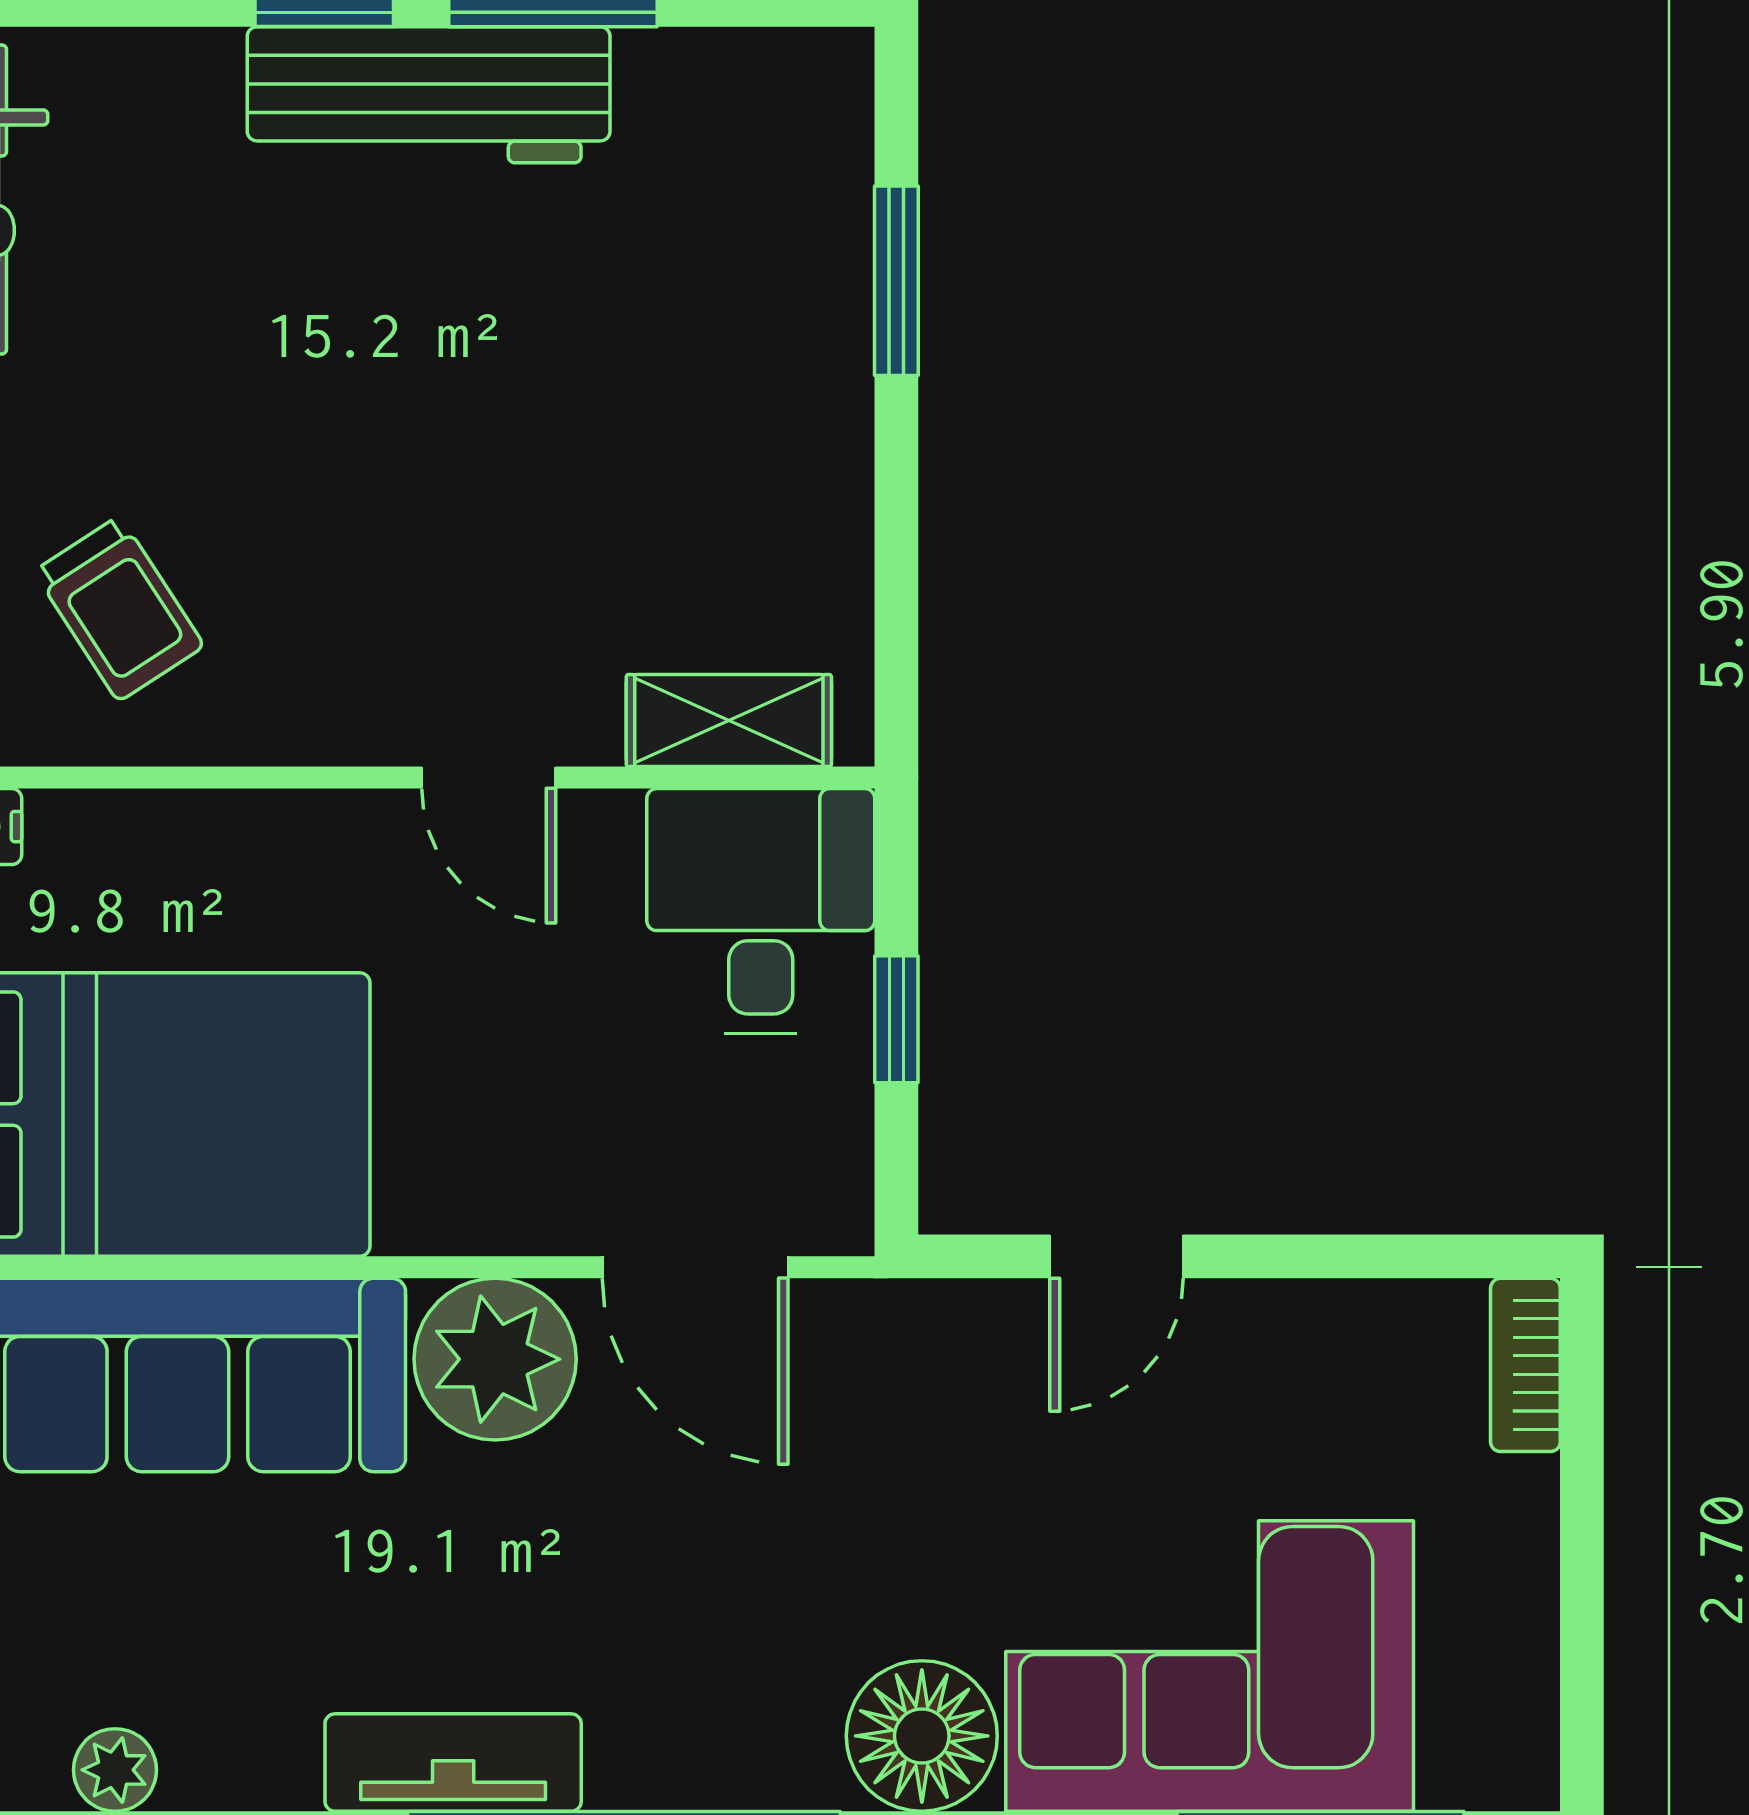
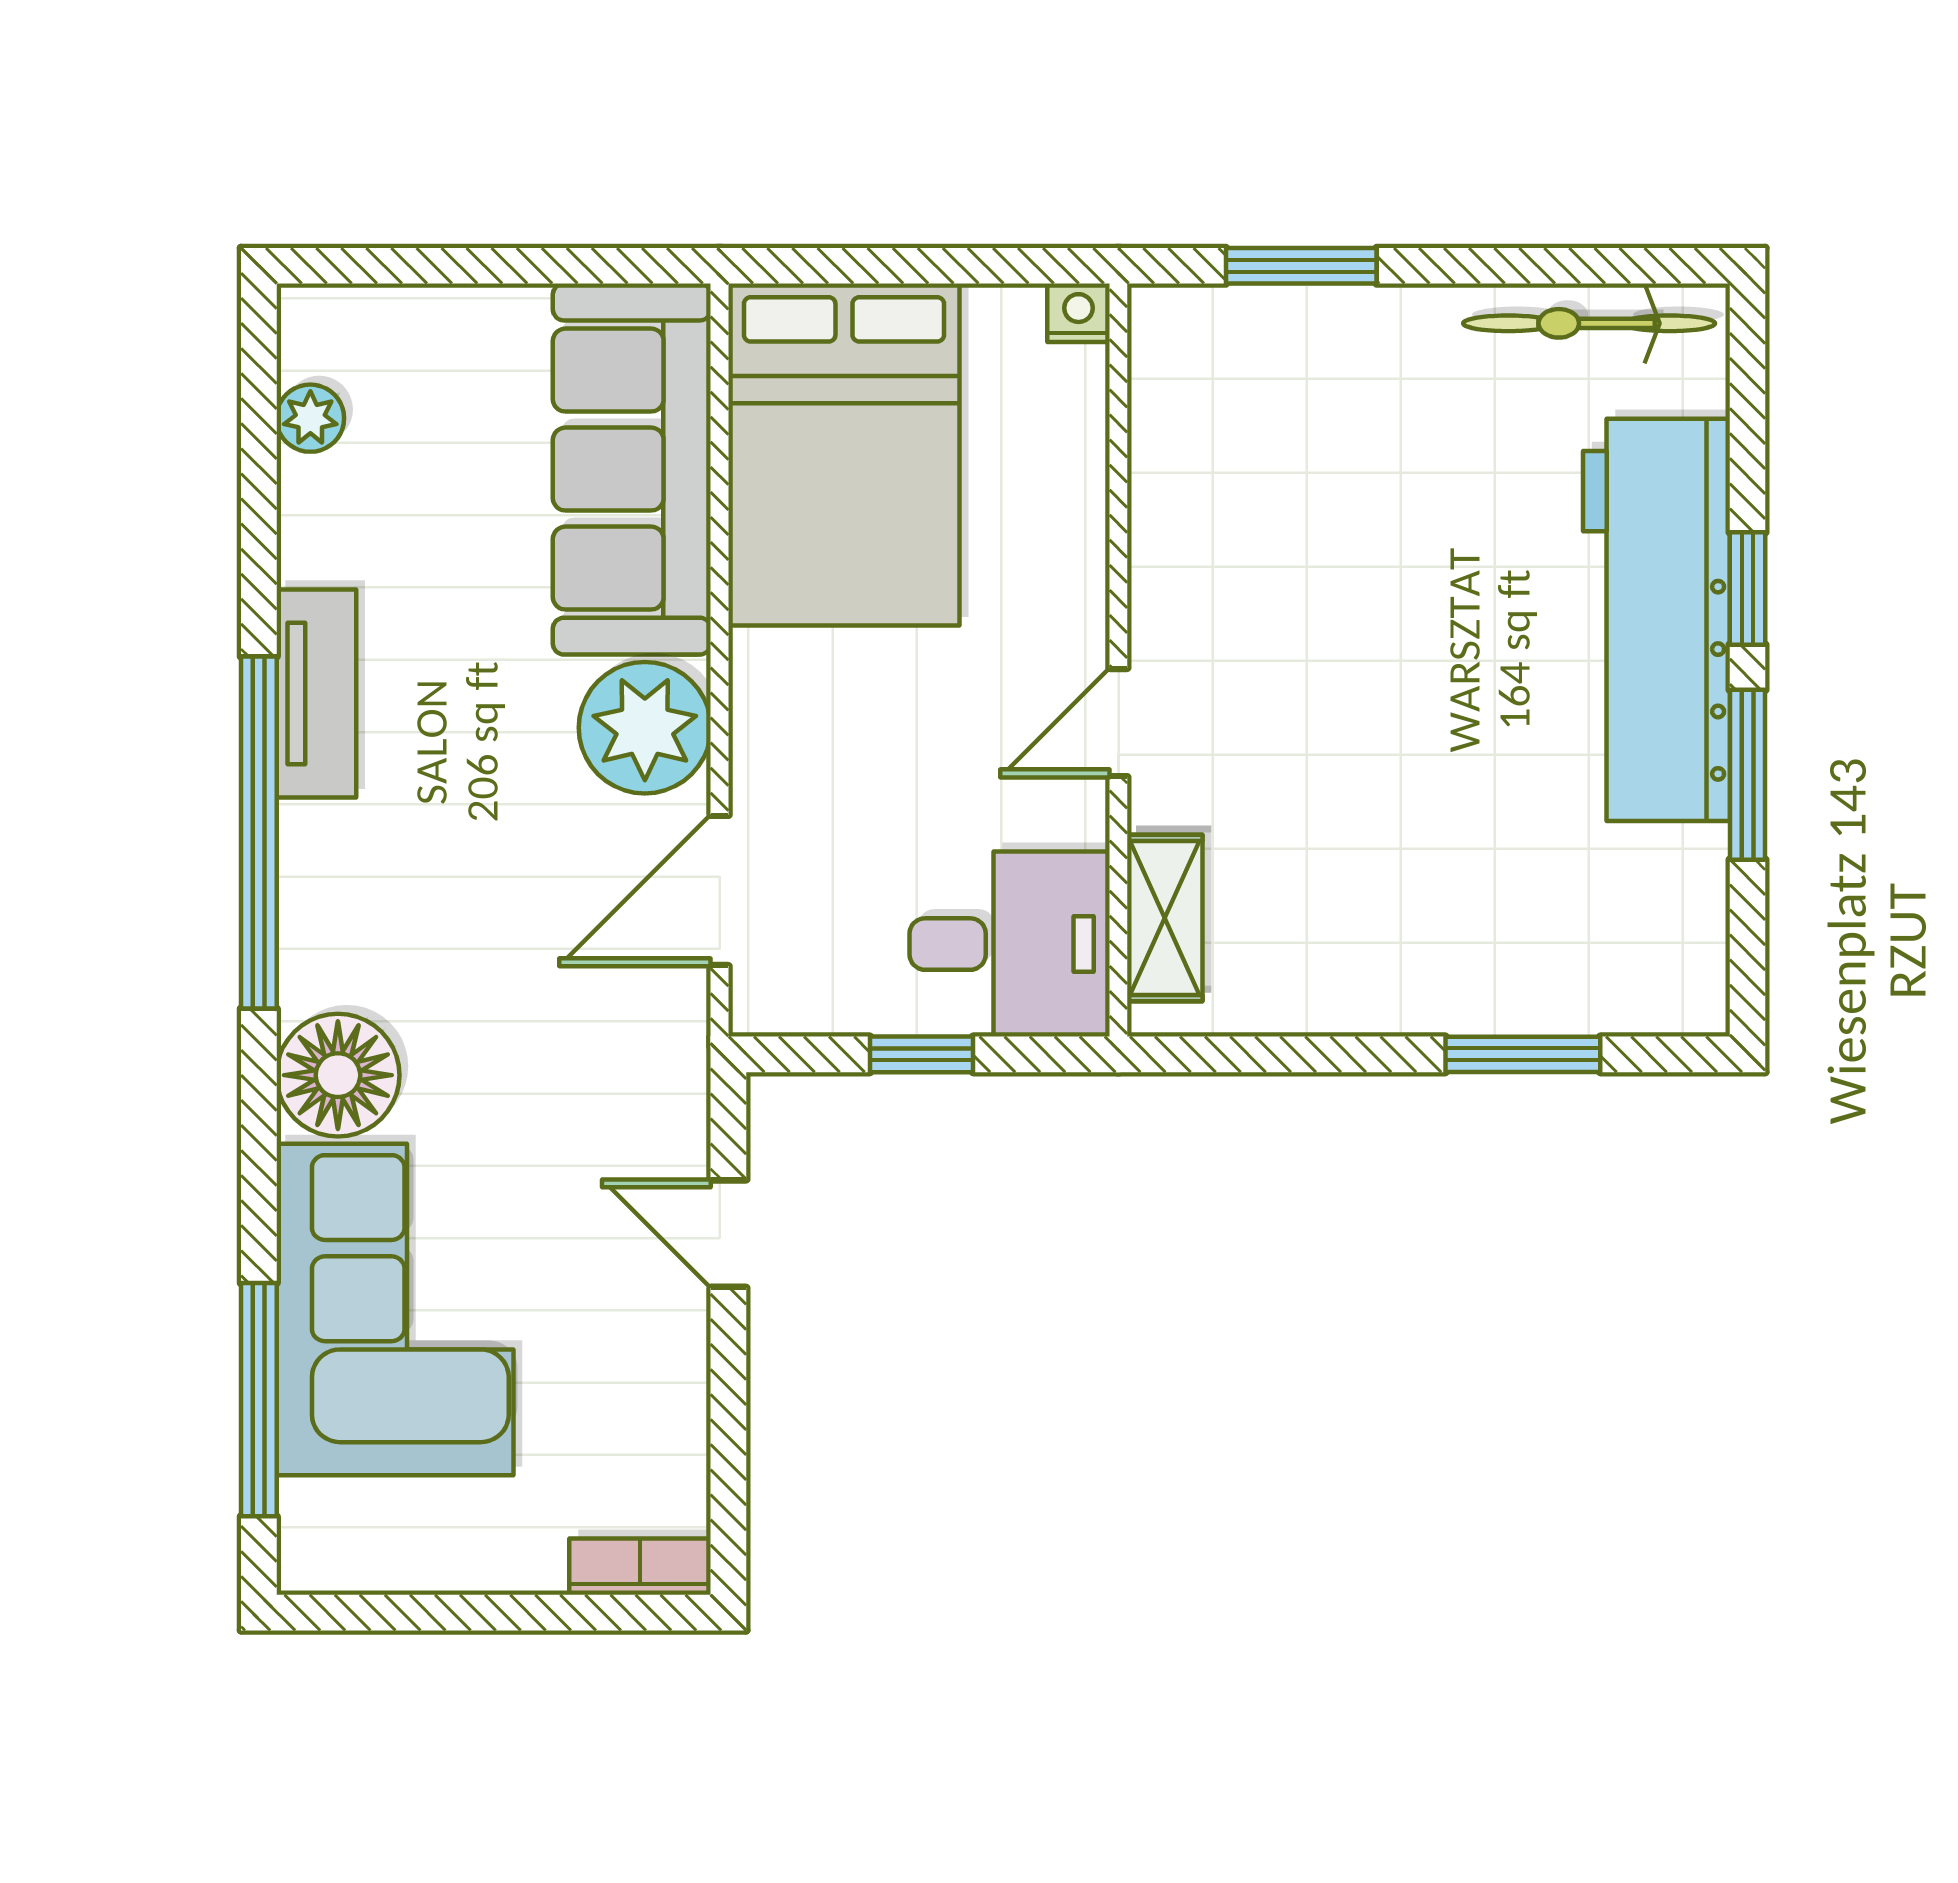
workbench: (429, 95) -> (1656, 620), width x1.36, depth x1.32
trolley: (119, 609) -> (1256, 421), removed

